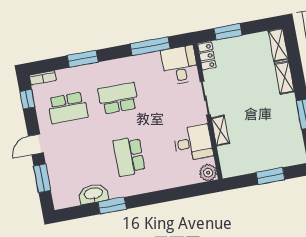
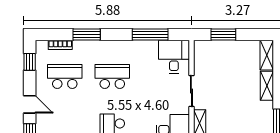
locker: (207, 56) -> (200, 53), removed
bookcase: (43, 78) -> (60, 45), moved
school desk: (68, 108) -> (65, 76), turned 180
door: (36, 144) -> (30, 104), swing flipped

